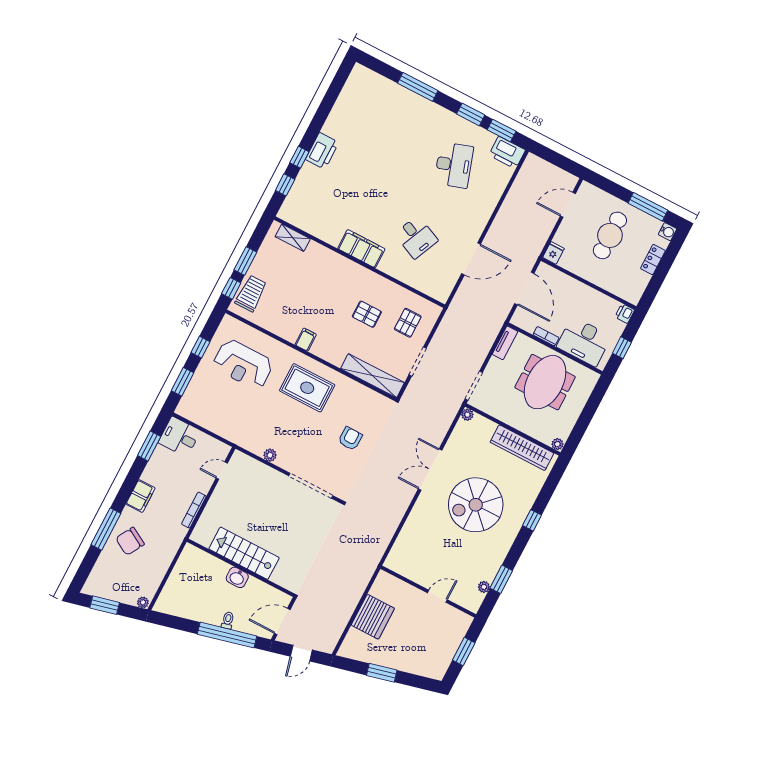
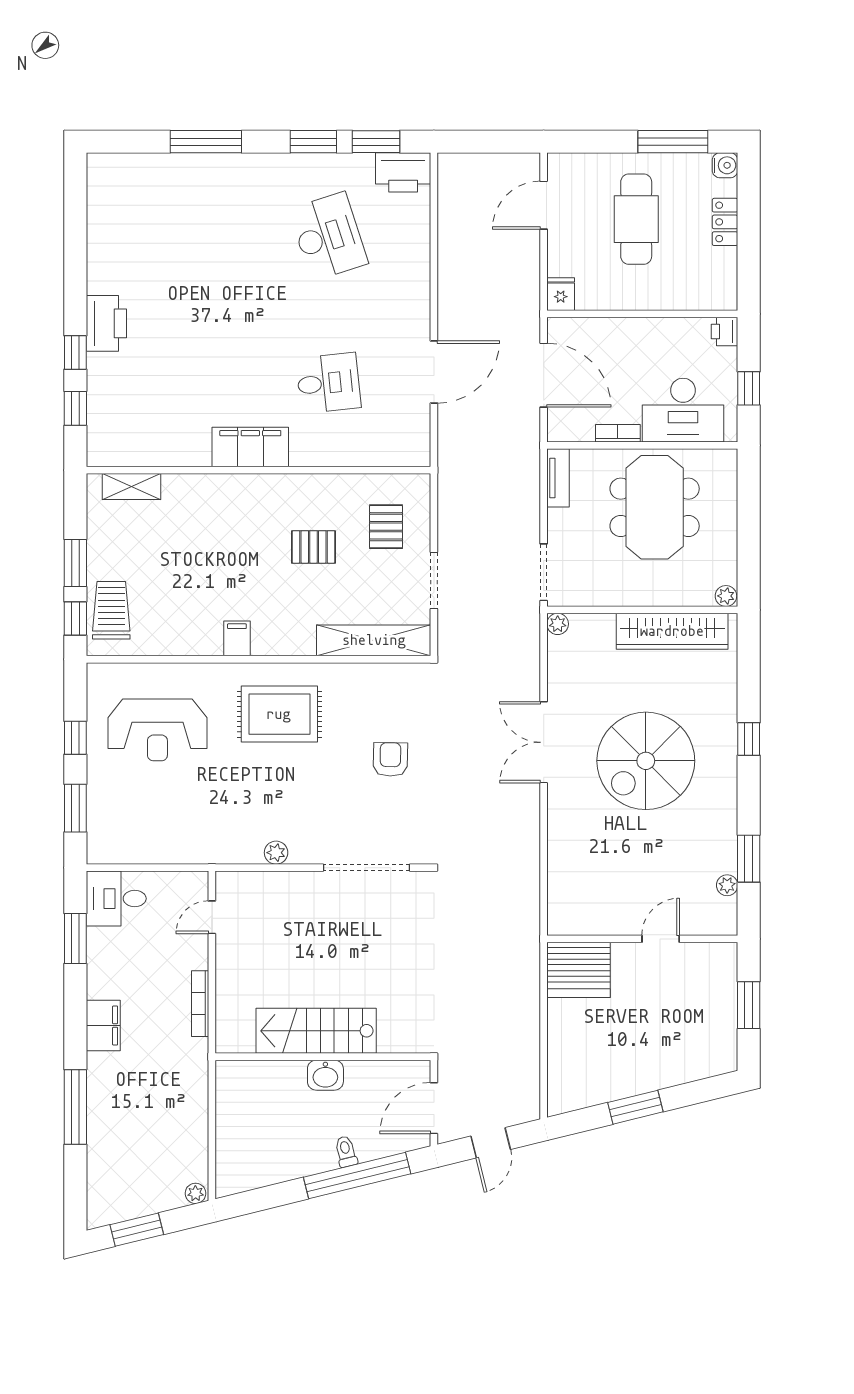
desk: (416, 237) -> (328, 383), turned -30
chair: (130, 541) -> (124, 1106), removed
server rack: (373, 617) -> (579, 970), moved, turned 90

